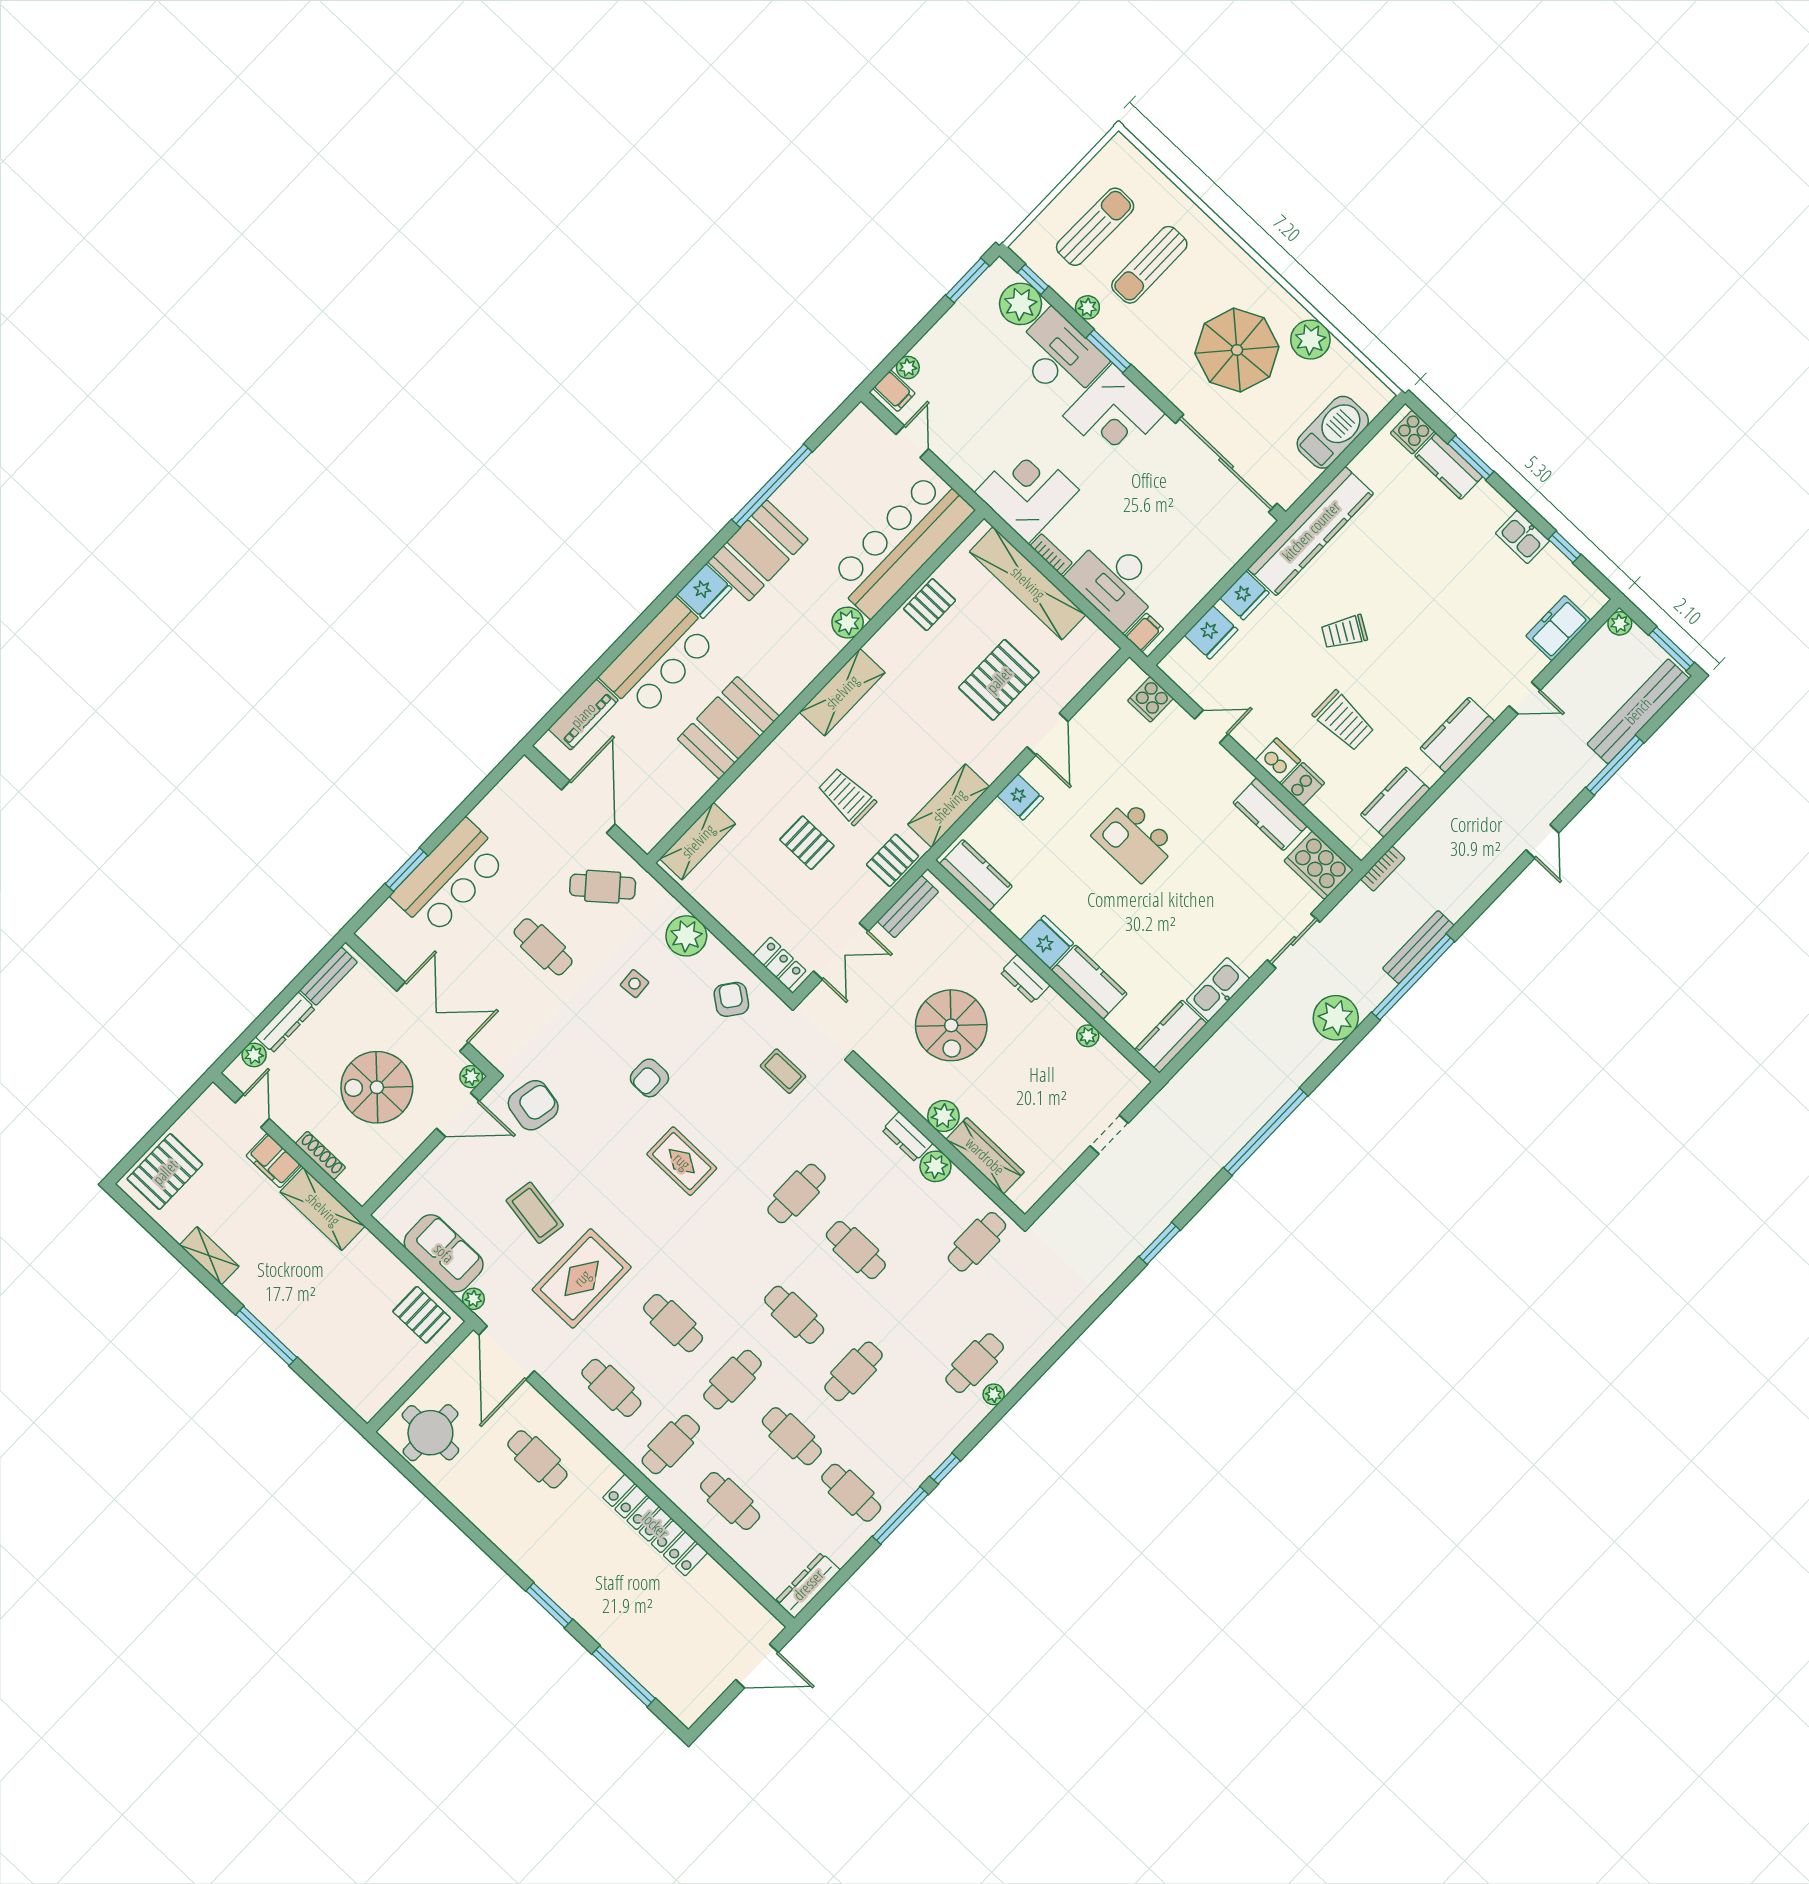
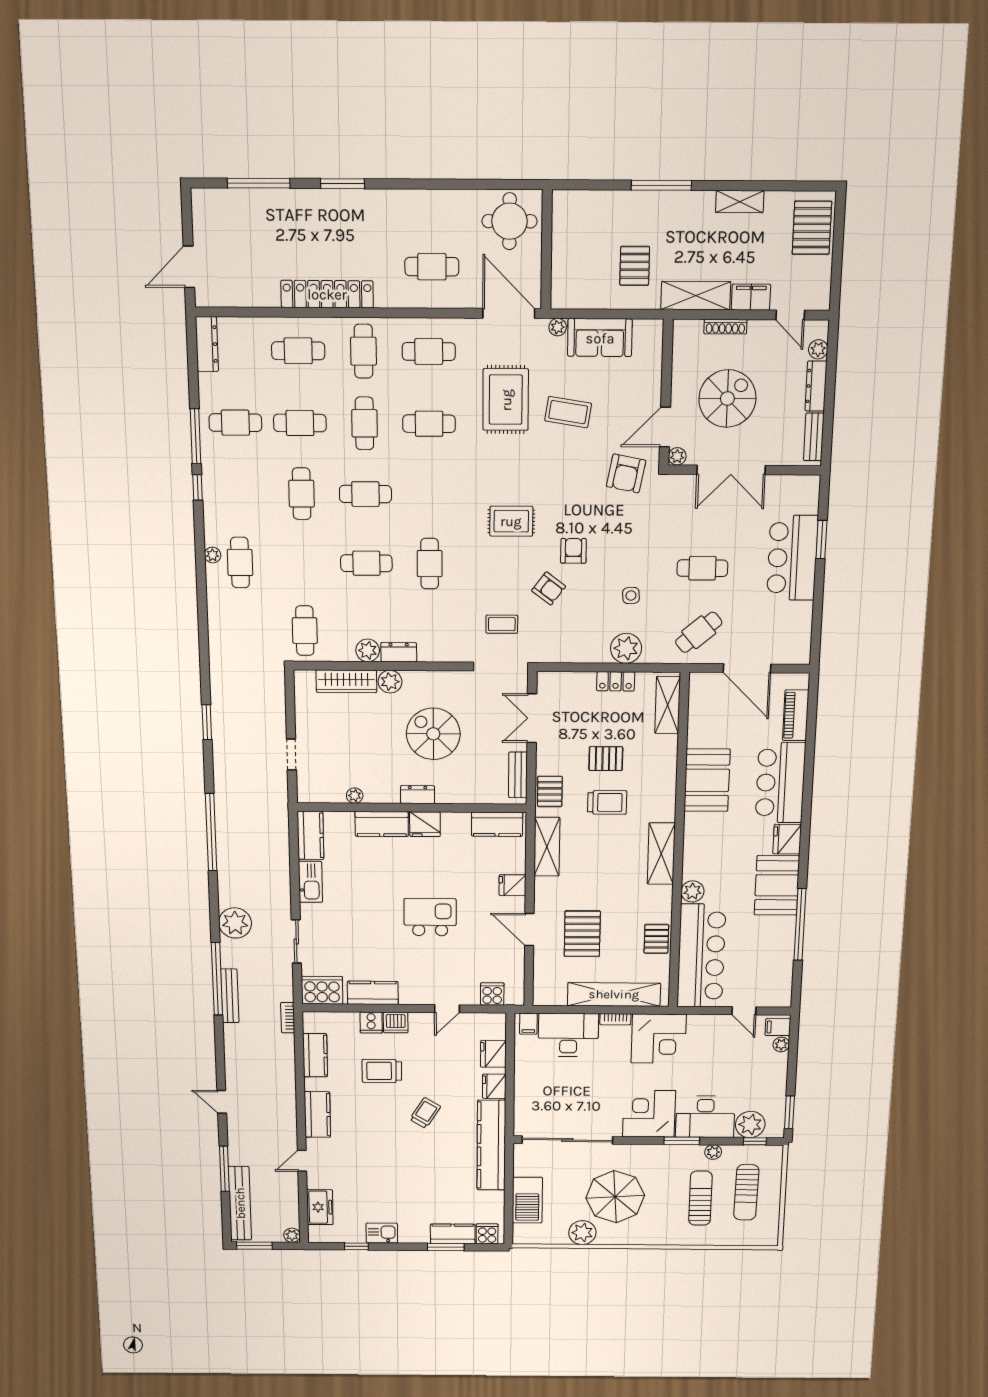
locker: (779, 963) -> (616, 681), moved
armchair: (731, 999) -> (549, 588), moved
pallet: (422, 1315) -> (635, 266), moved, turned 90

